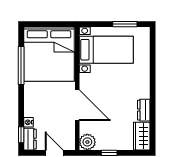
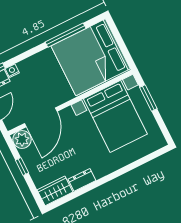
window: (125, 24) -> (148, 98), moved
bed with nightstands: (106, 50) -> (115, 116), width x1.36
door: (77, 105) -> (41, 117), moved

